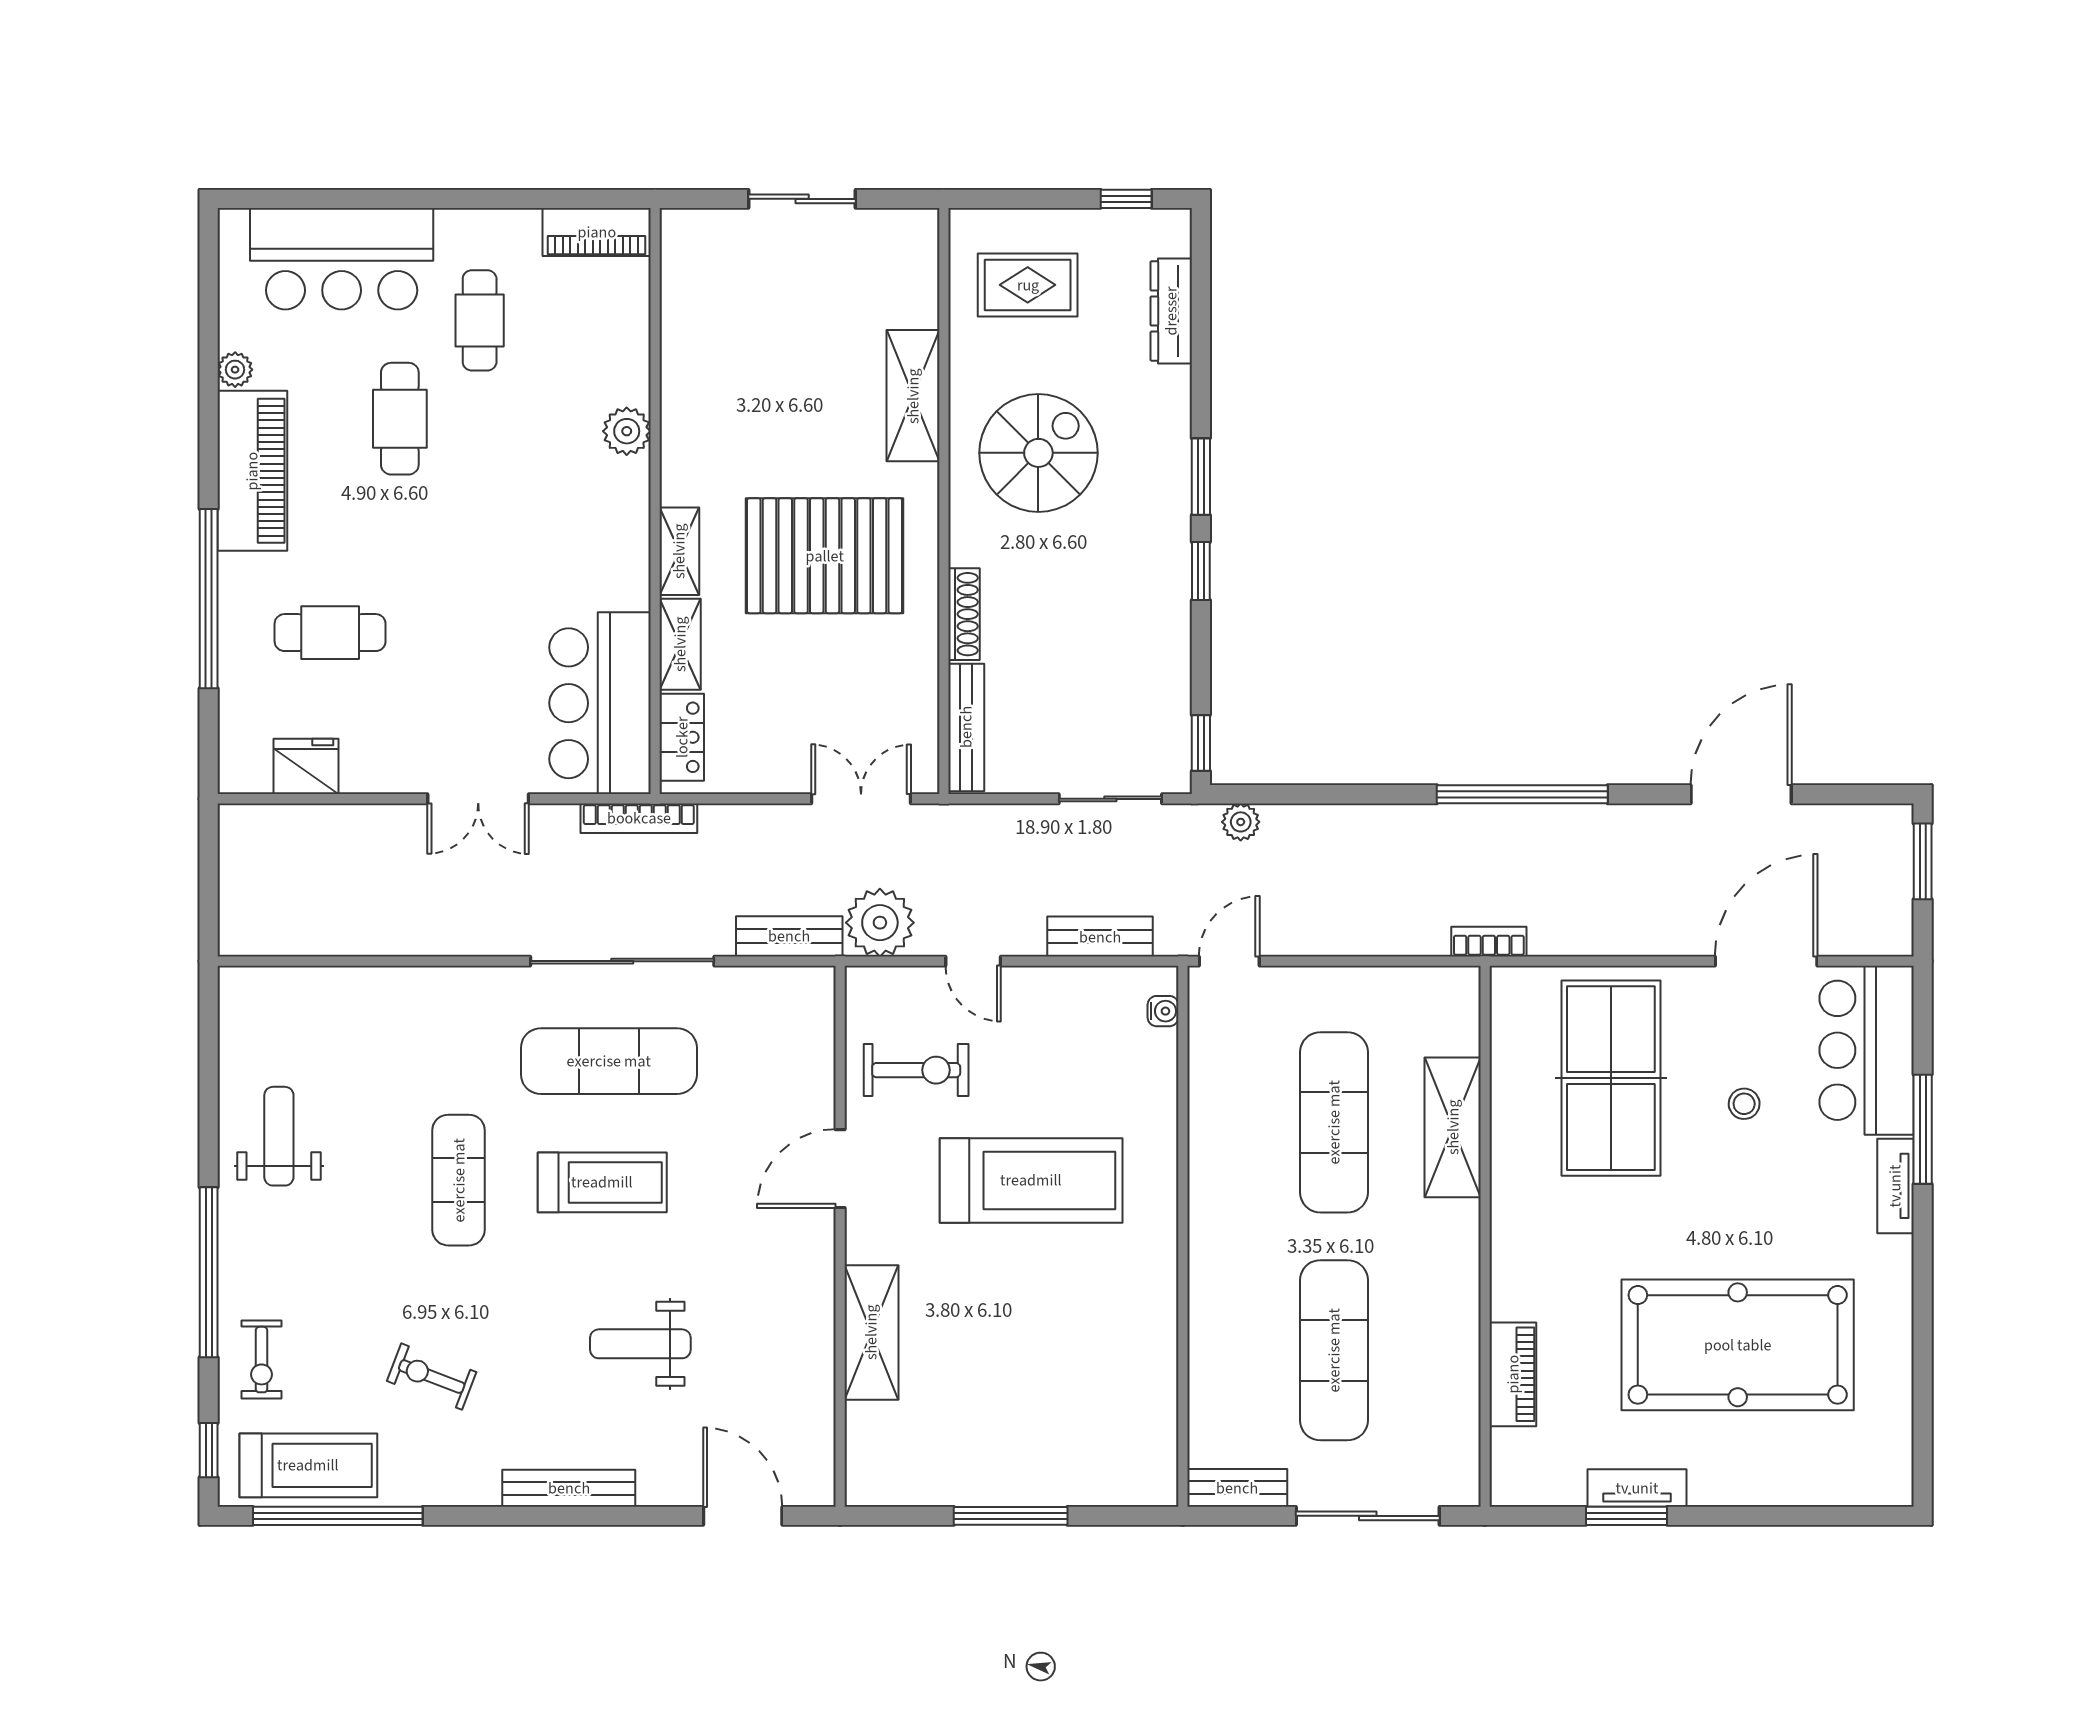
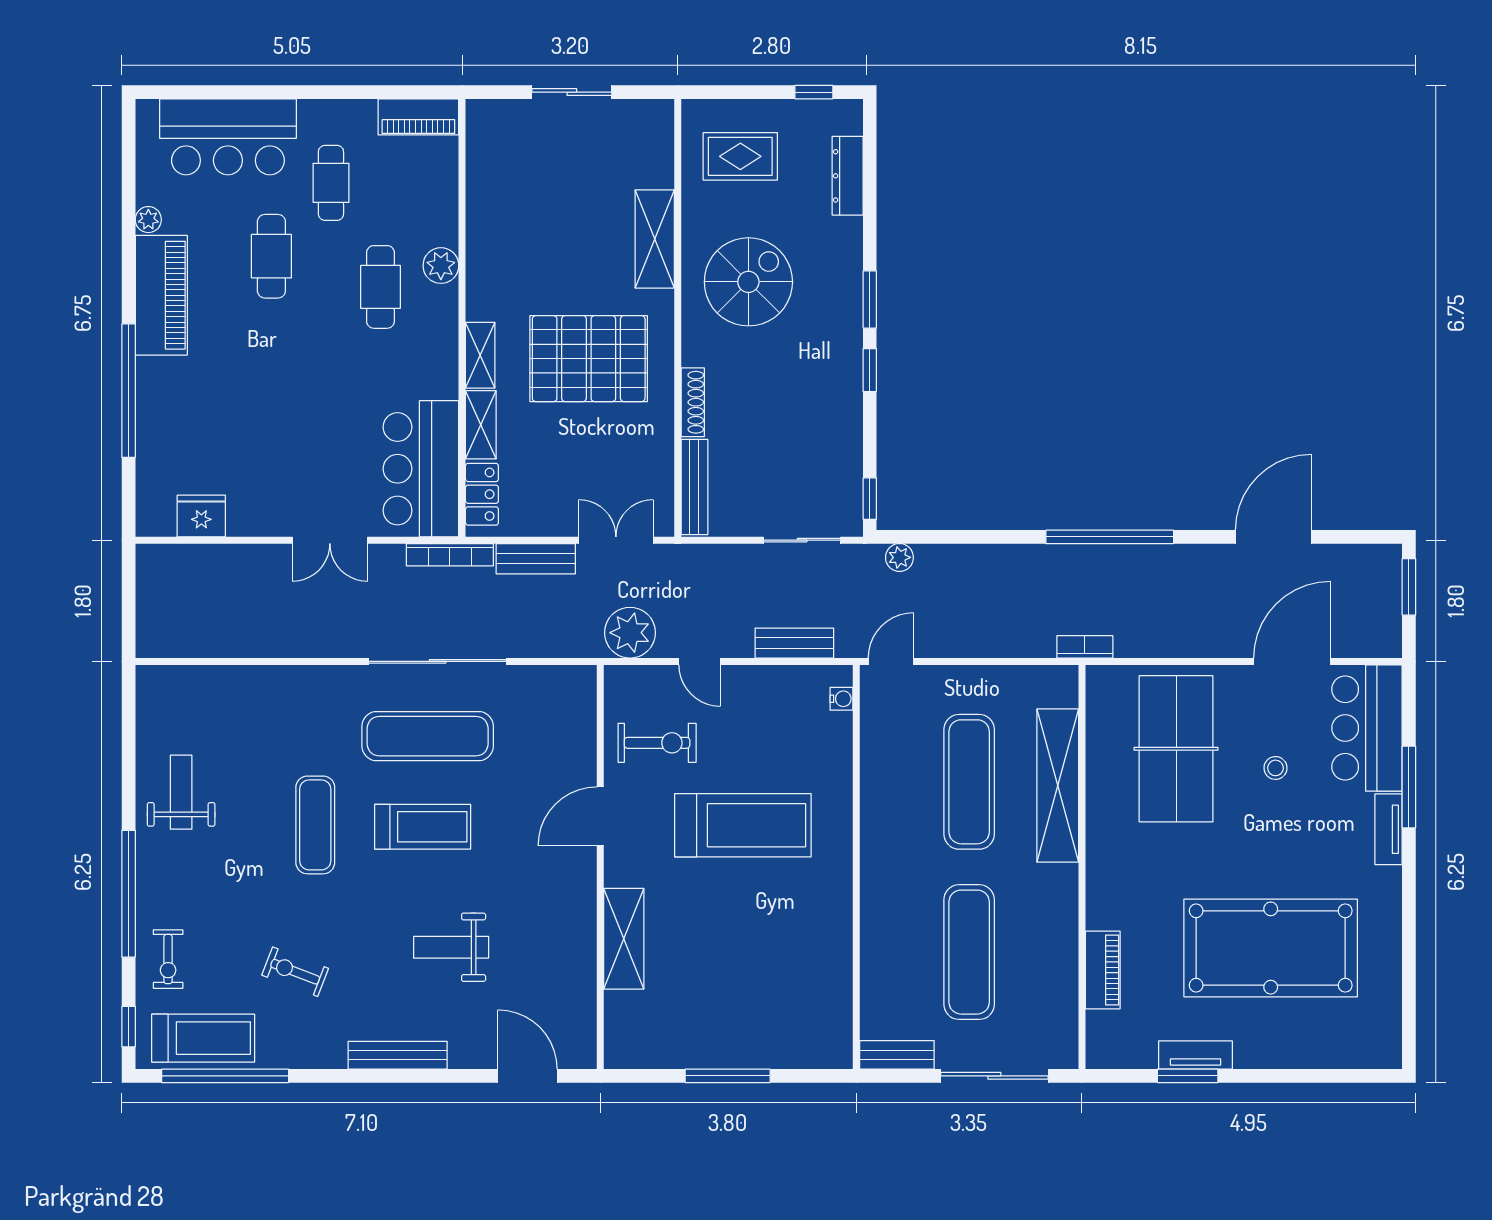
cafe table: (330, 633) -> (380, 287), moved, turned 90
bench: (789, 936) -> (536, 559), moved
shelving: (1453, 1127) -> (1058, 786), width x1.47

